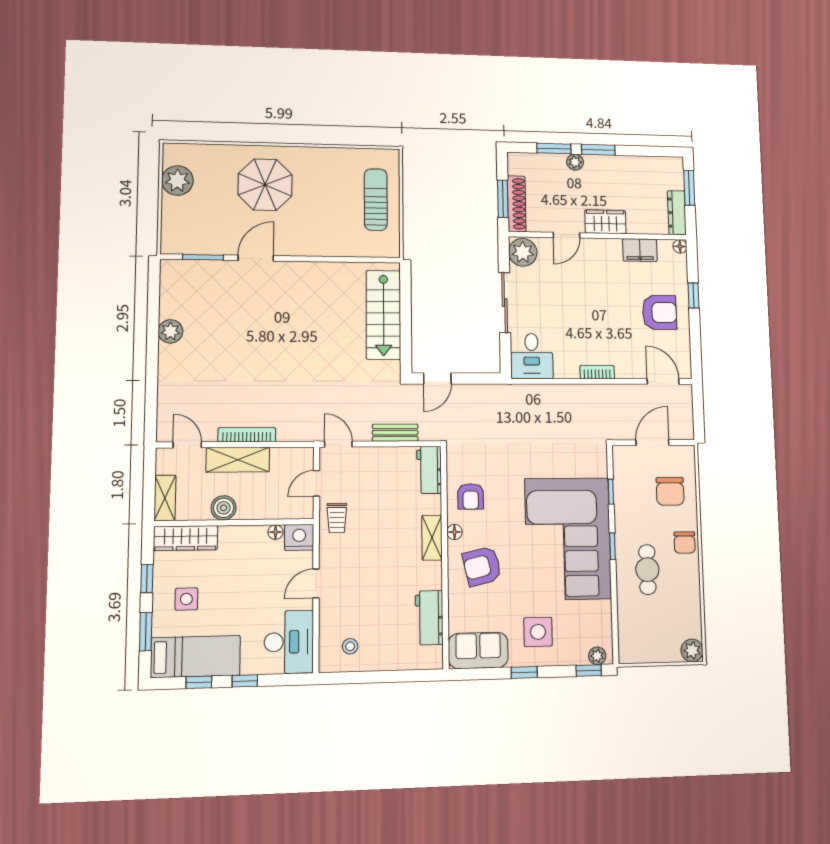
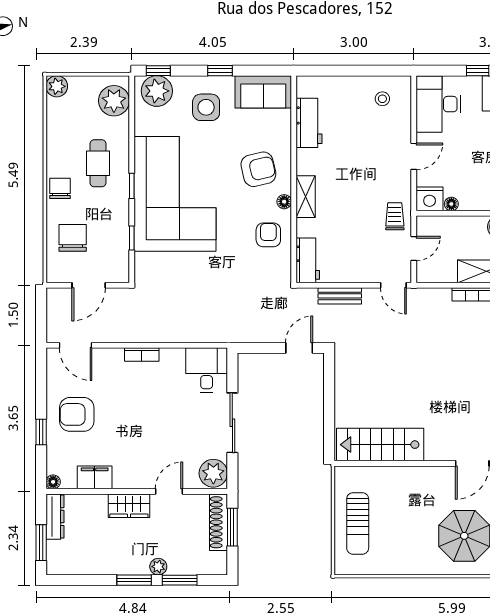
stairs: (383, 315) -> (380, 445), moved, turned -90
plant: (633, 637) -> (114, 101), added
plant: (597, 656) -> (157, 91), width x1.88, depth x1.88

